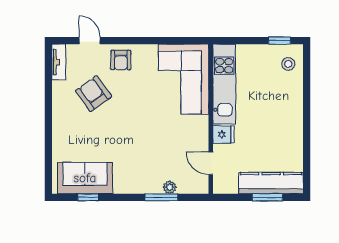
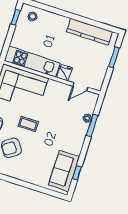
coffee table: (135, 107) -> (28, 124), added
kitchen counter: (271, 183) -> (89, 32), moved, turned -90

